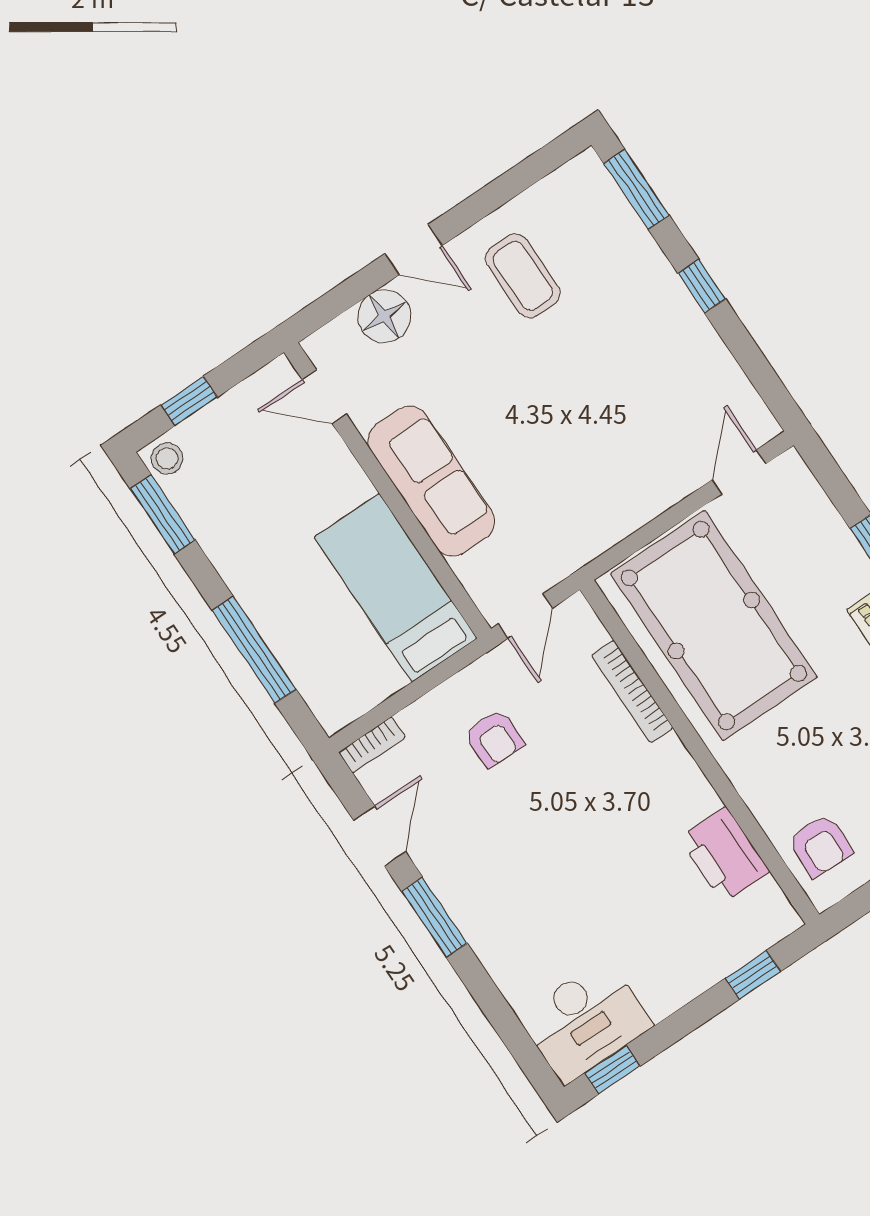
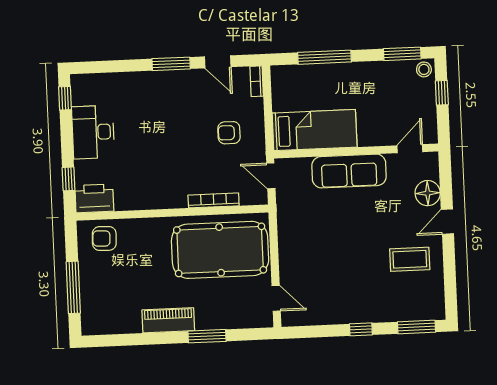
printer: (724, 855) -> (94, 198), moved
desk: (585, 1021) -> (93, 132), moved

